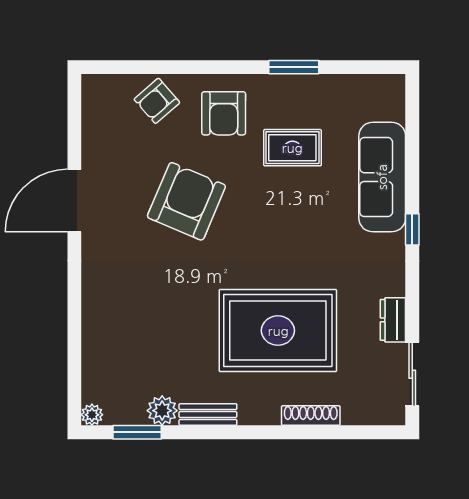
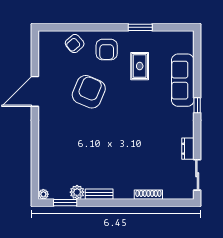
rug: (292, 148) -> (140, 66), turned 90
rug: (278, 331) -> (133, 154), removed

